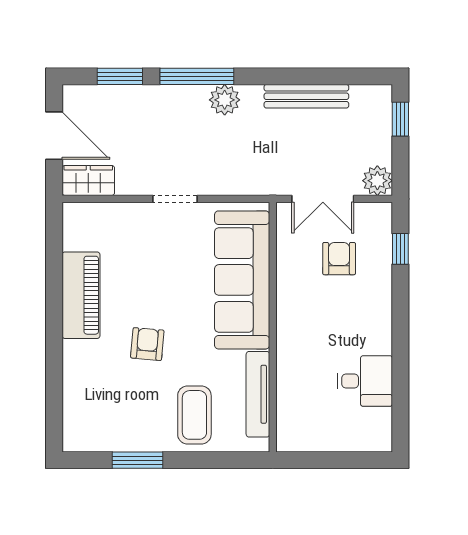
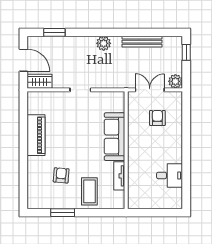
window: (197, 76) -> (91, 32), removed
double door: (323, 199) -> (150, 90), swing flipped
window: (400, 249) -> (186, 113), removed
sofa: (242, 280) -> (115, 137), width x0.74, depth x0.79
armchair: (147, 344) -> (61, 175), moved
tv unit: (258, 394) -> (119, 176), width x0.71

